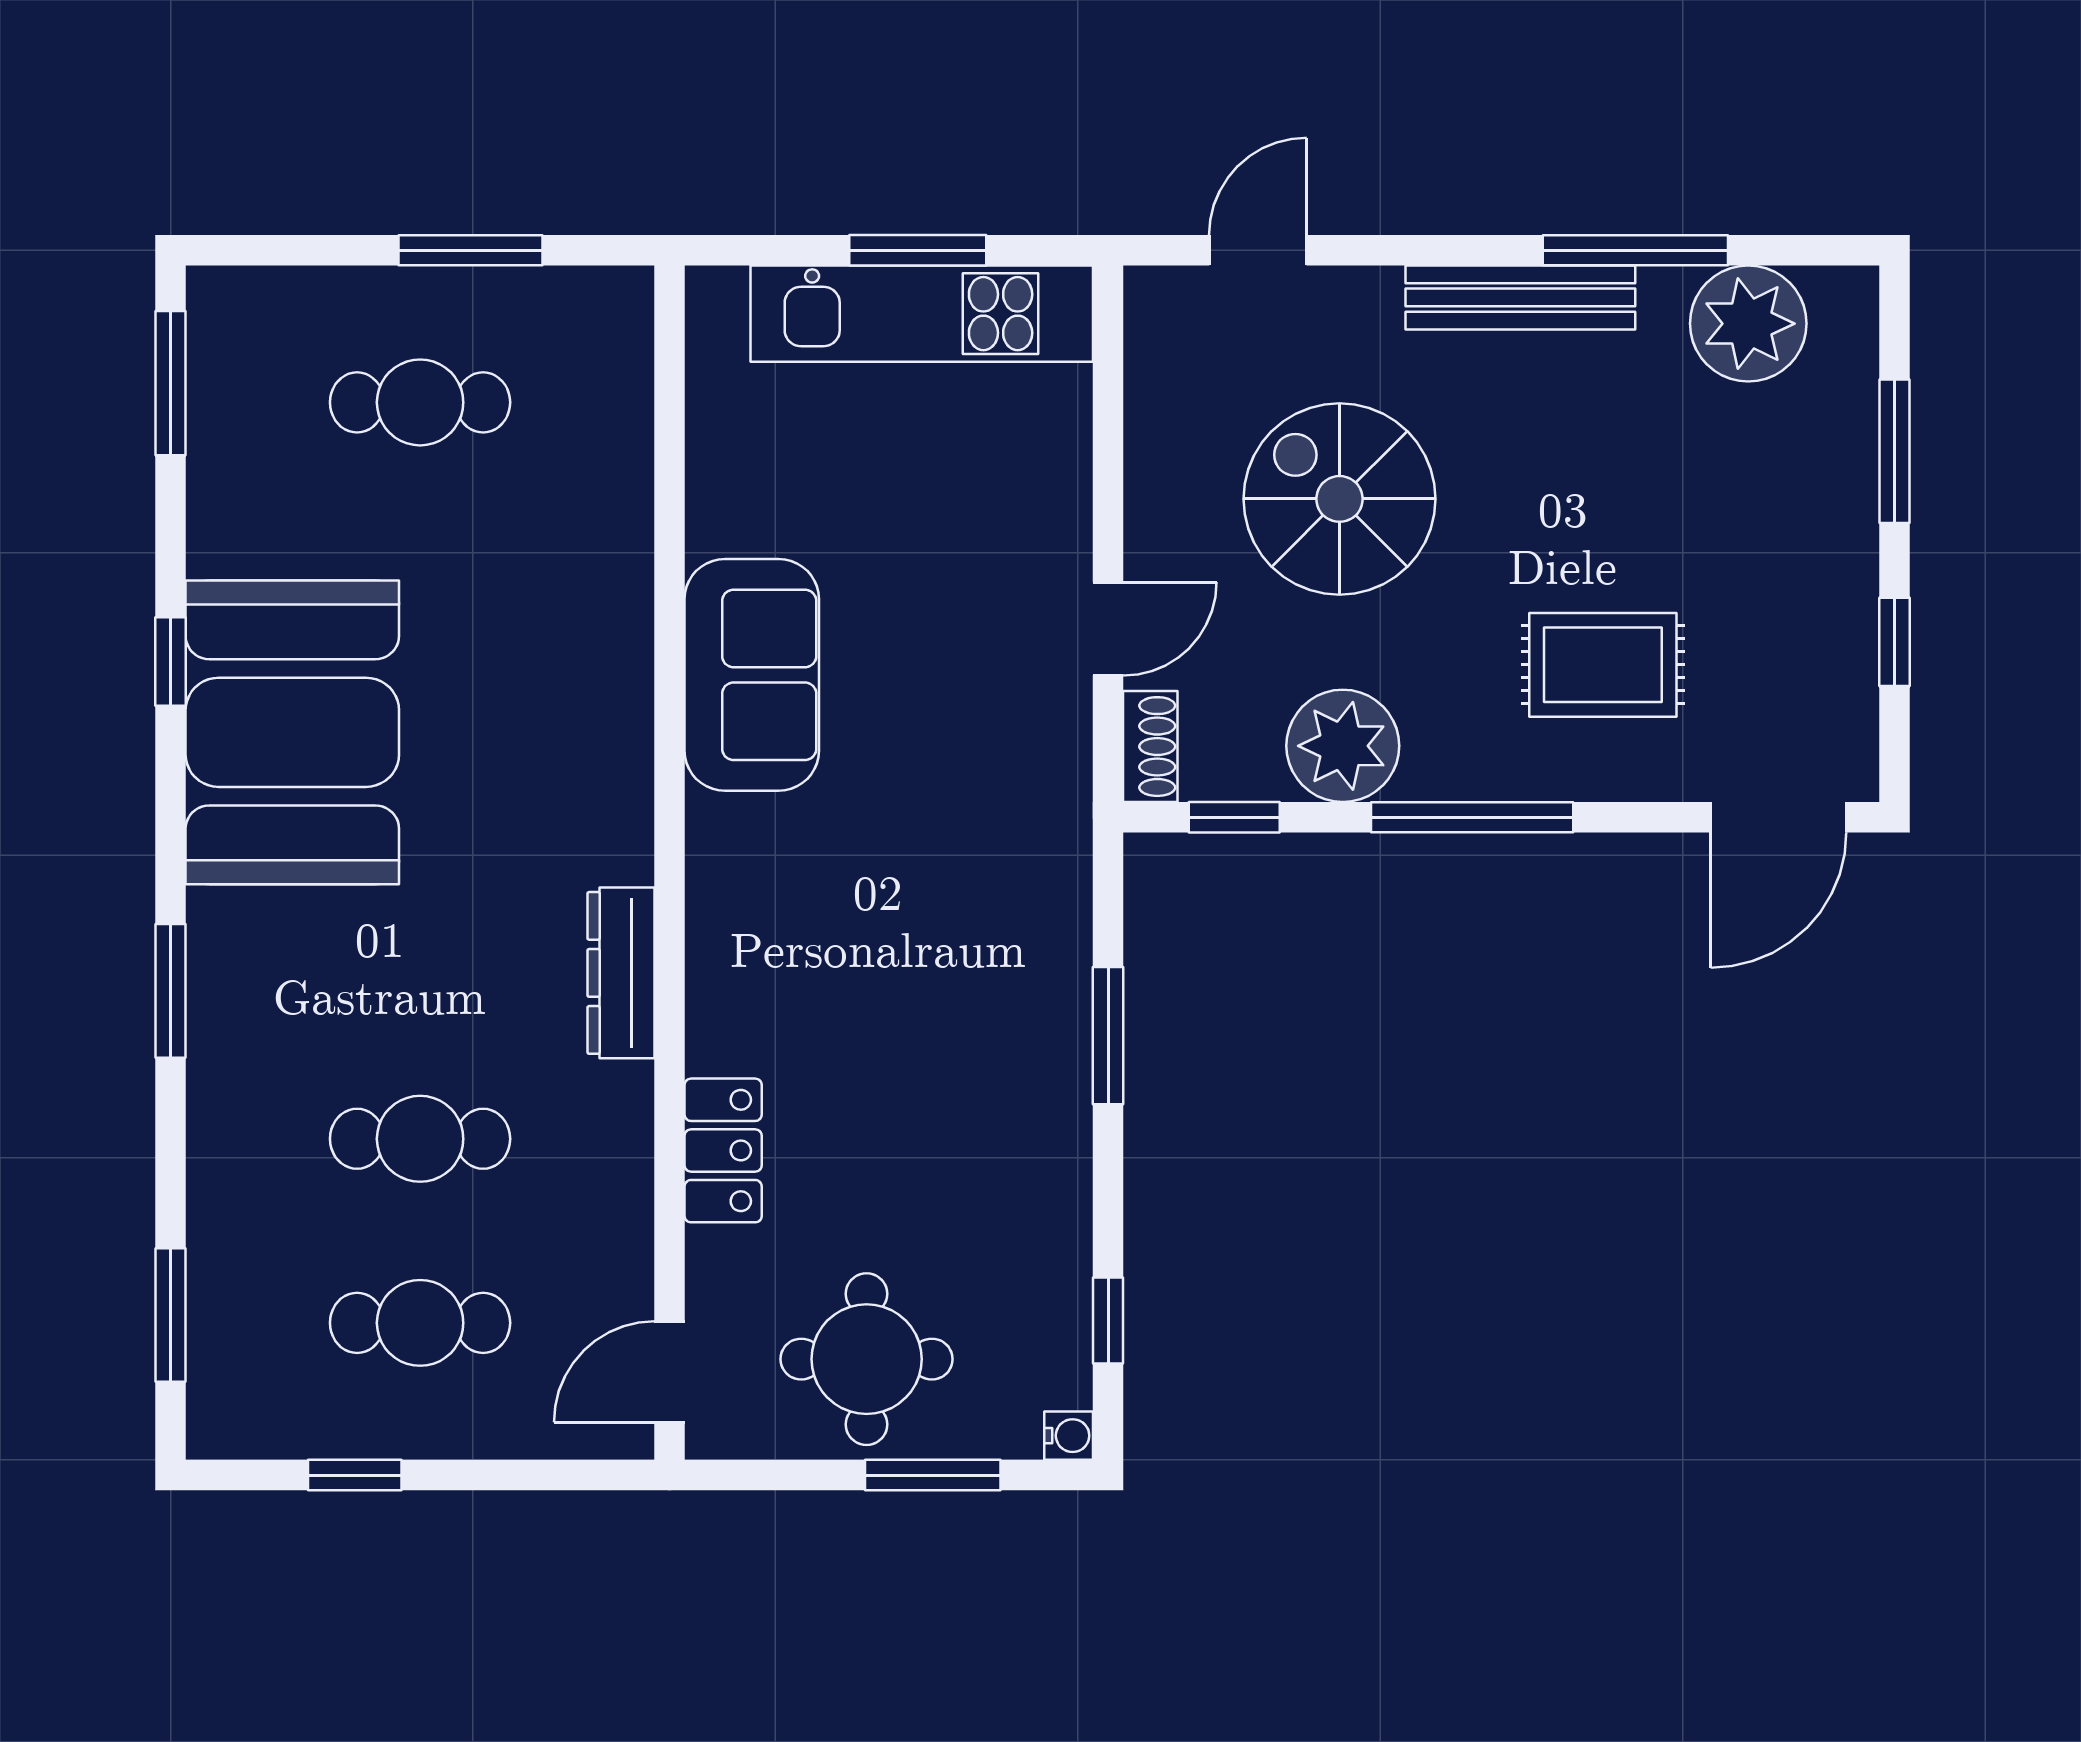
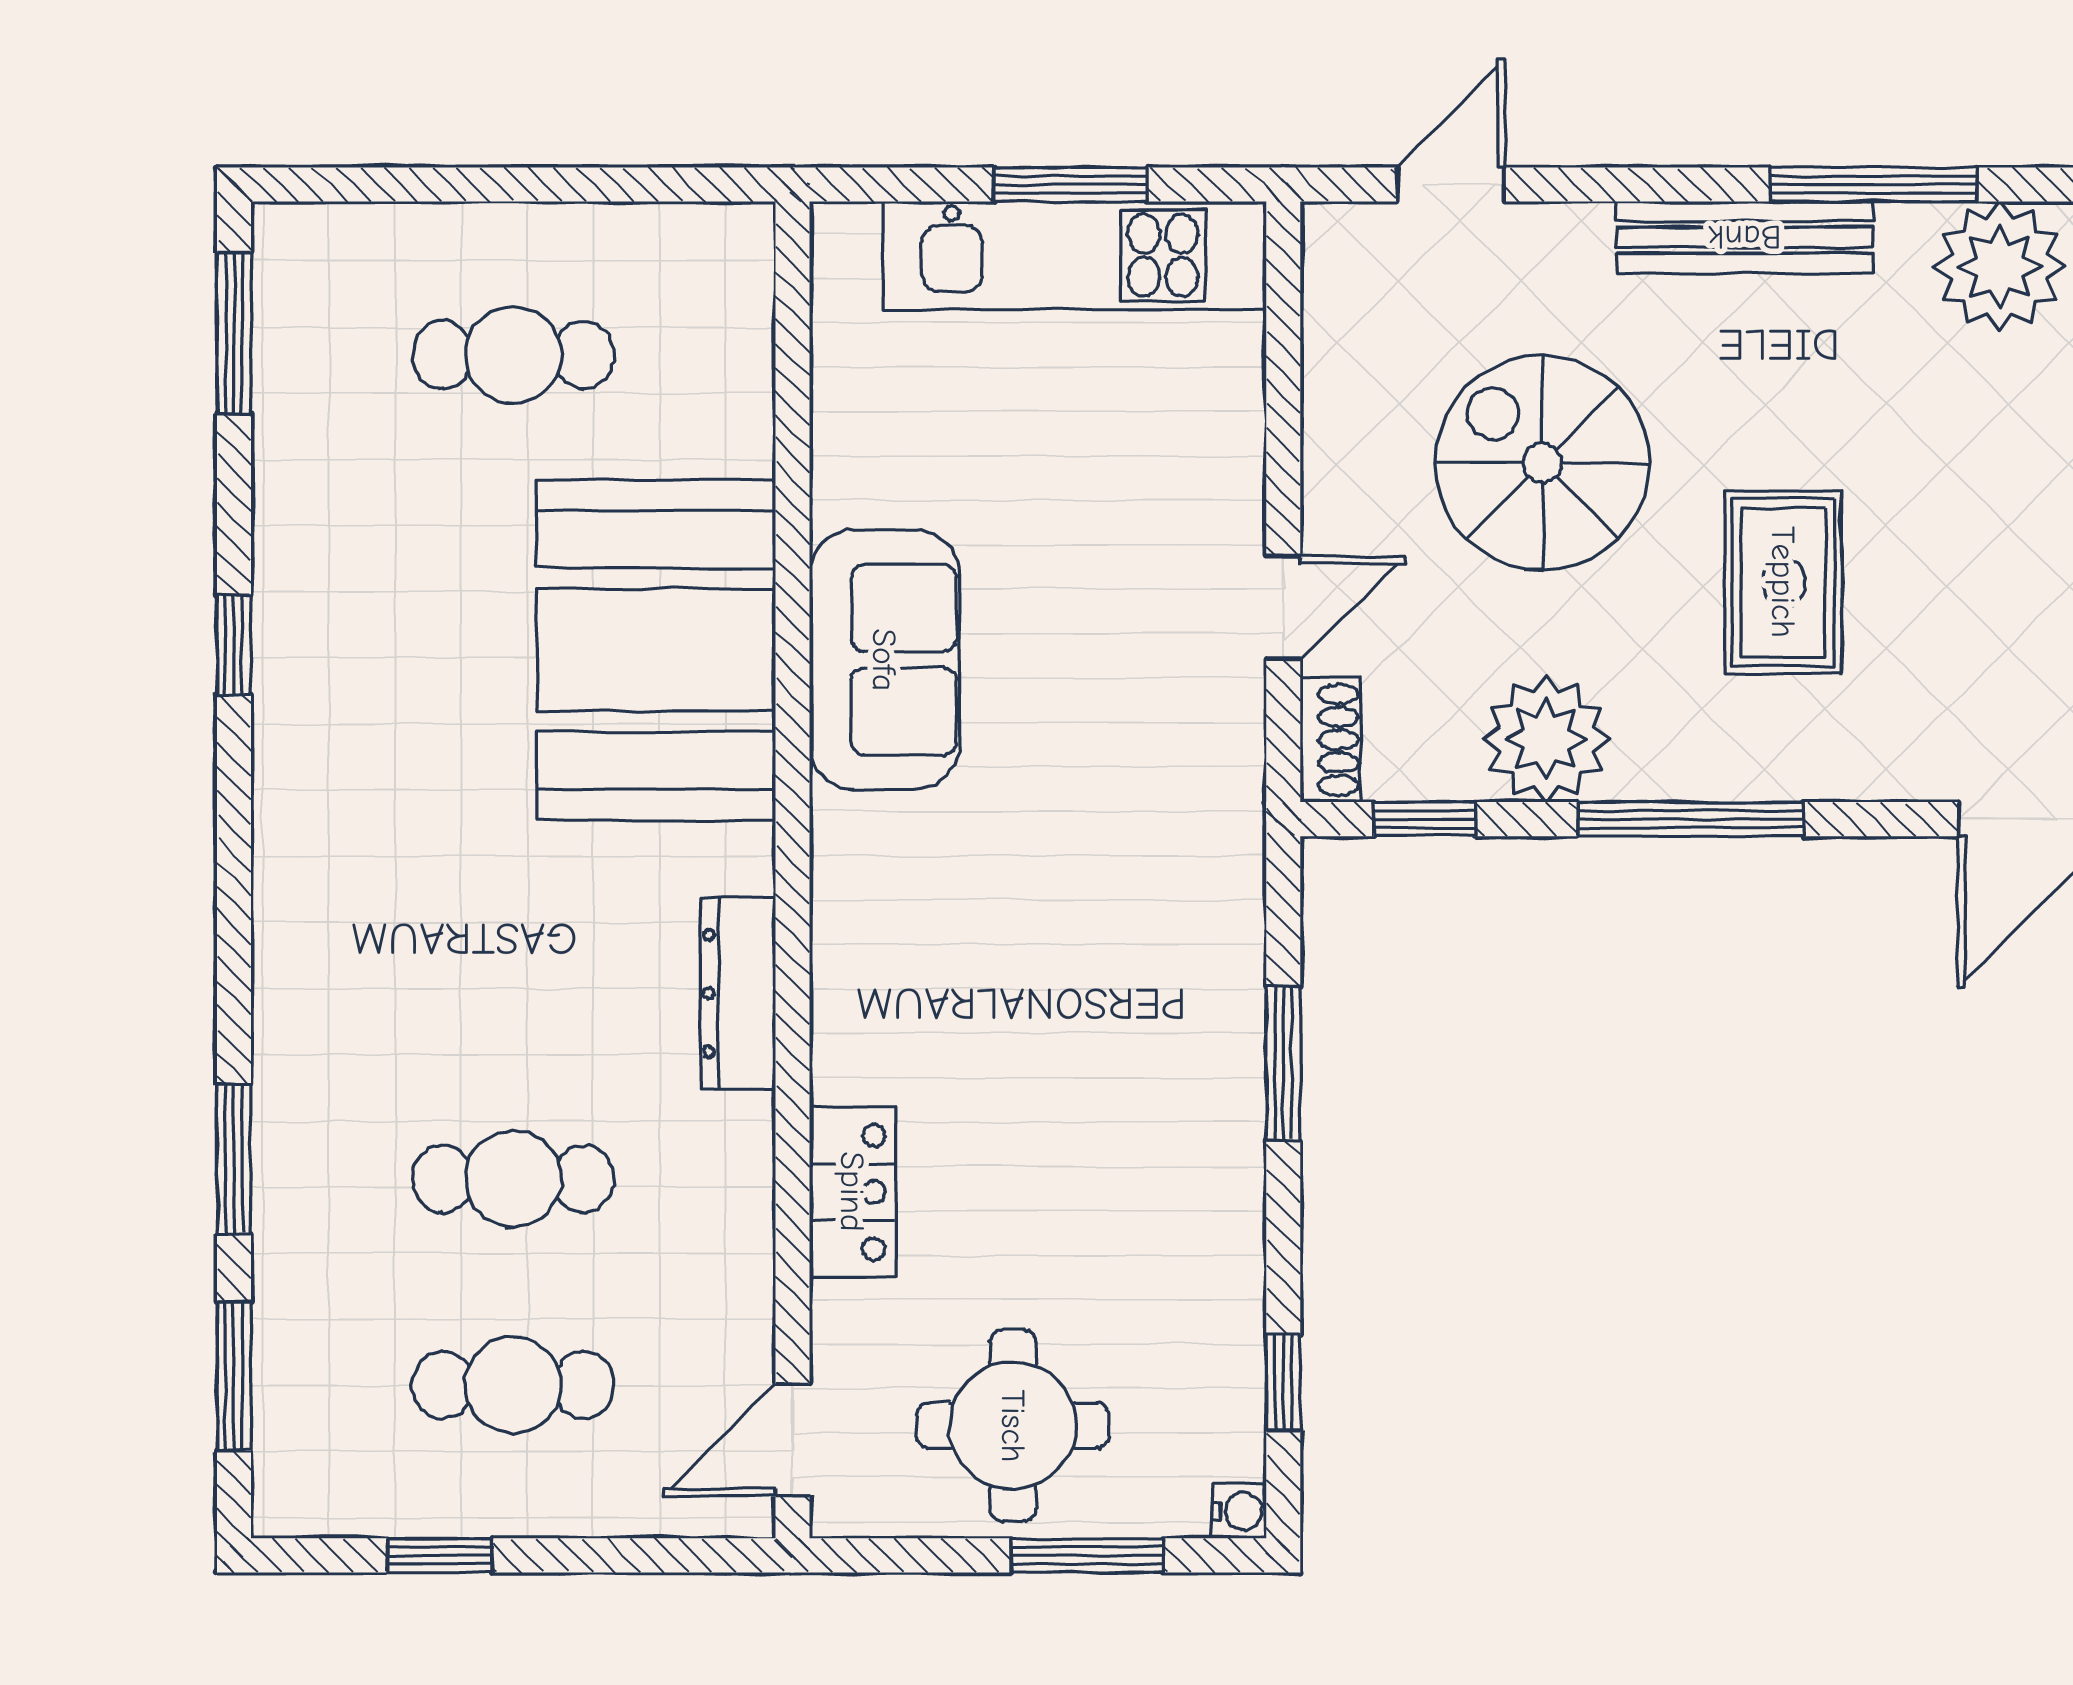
window: (470, 250) -> (570, 184), removed
rug: (1603, 665) -> (1783, 582), moved, turned 90
booth: (292, 732) -> (656, 650), moved
window: (171, 991) -> (234, 1159), moved

